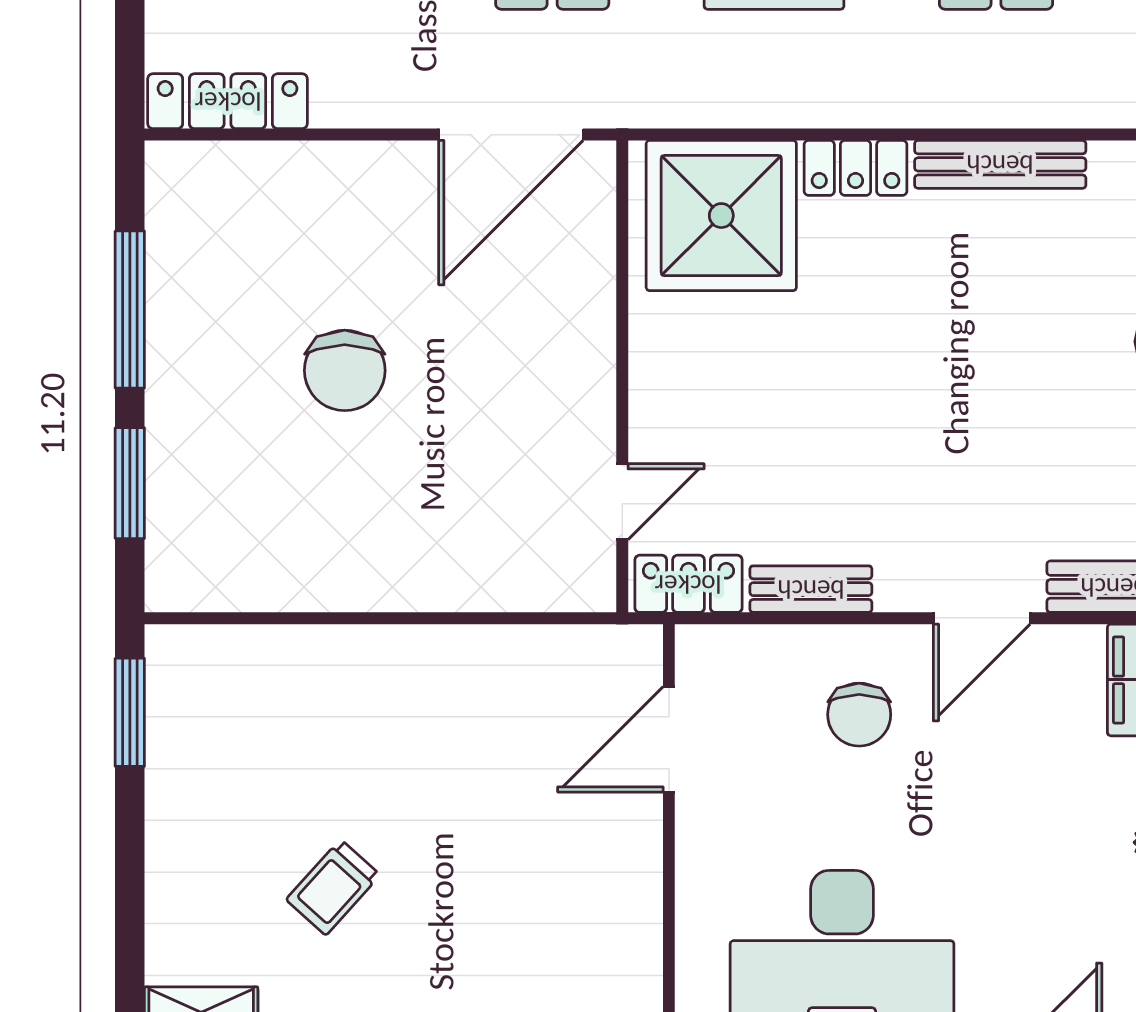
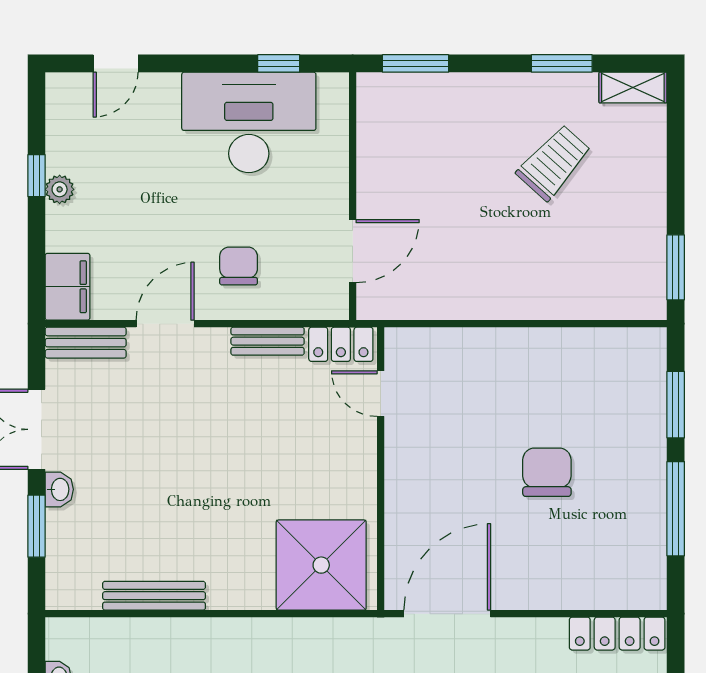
locker: (855, 168) -> (241, 594), removed
door: (622, 502) -> (381, 394), hinge flipped
trolley: (333, 887) -> (554, 162), width x1.36, depth x1.39

